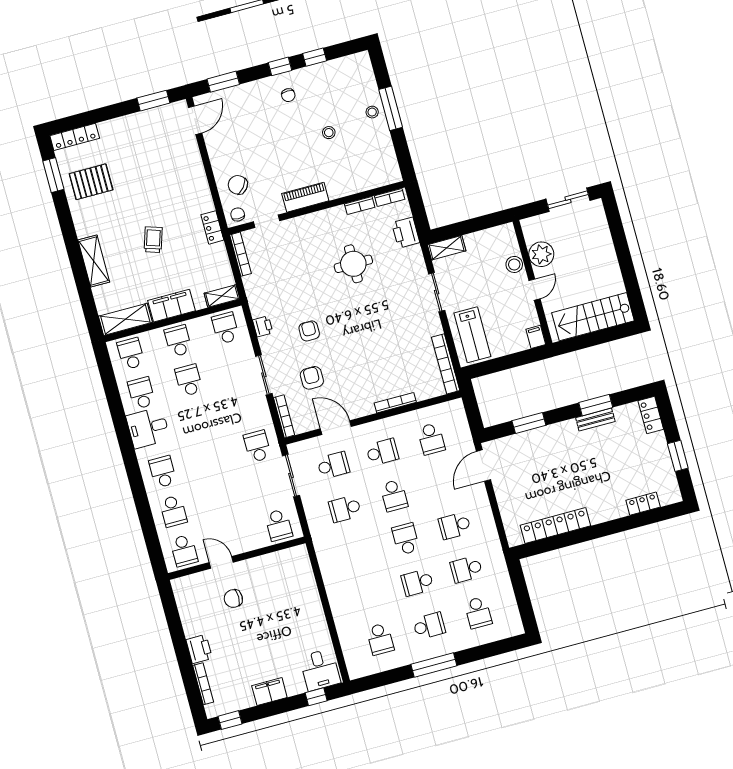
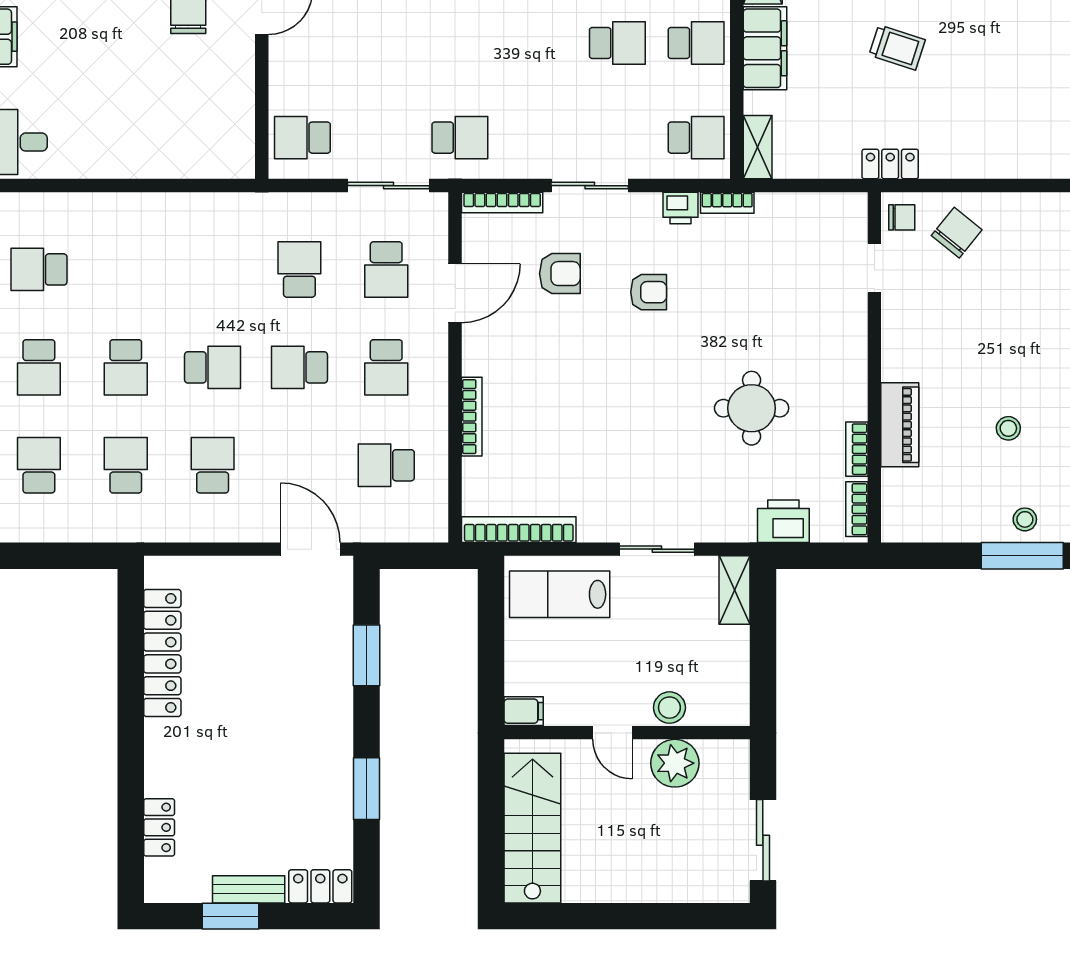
piano: (305, 197) -> (900, 425), moved
bookcase: (240, 254) -> (727, 203), moved, width x0.64
bench: (595, 420) -> (249, 889), moved, turned 90
school desk: (417, 582) -> (126, 367), turned 180
school desk: (478, 613) -> (39, 465), turned 90

